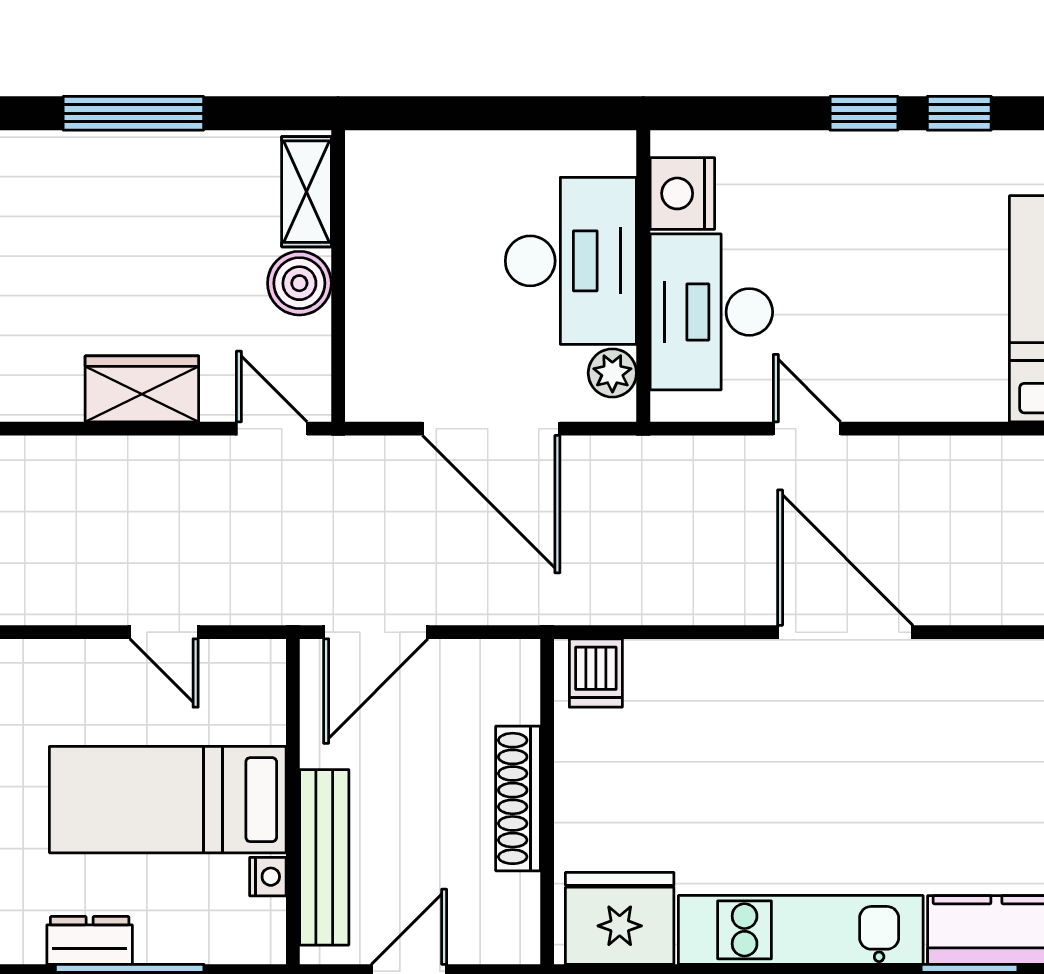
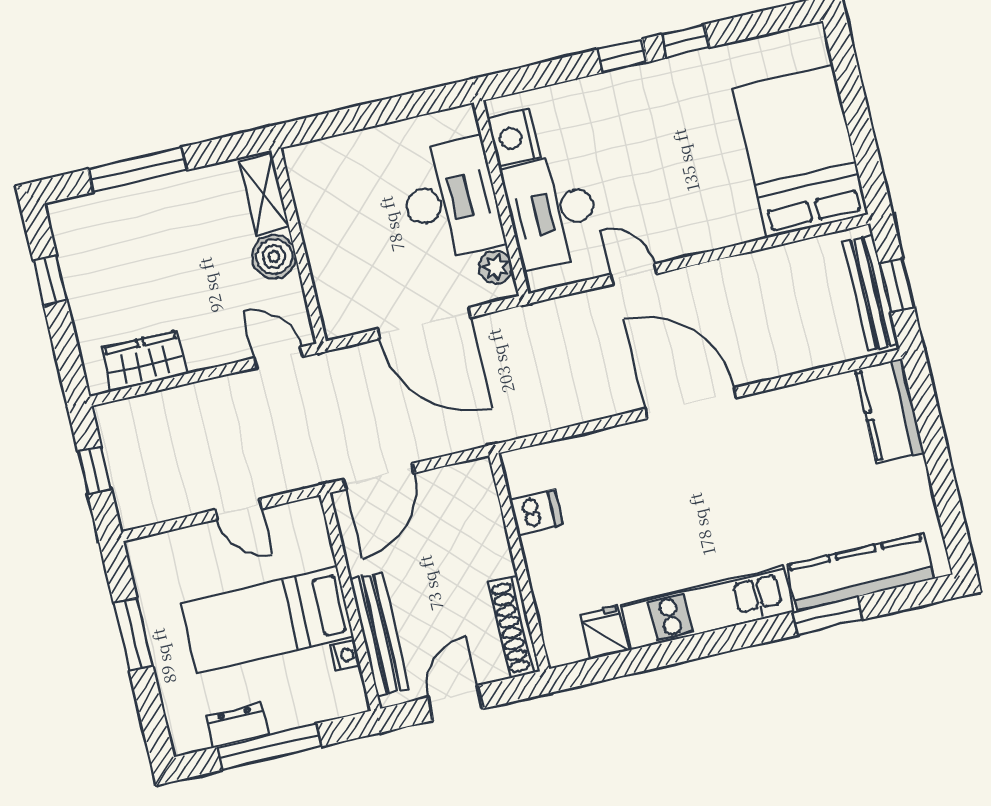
wardrobe: (142, 389) -> (144, 361), moved
dishwasher: (596, 673) -> (536, 512), moved, turned -90
shoe rack: (518, 798) -> (514, 627), moved
fridge: (620, 918) -> (604, 632), width x0.53, depth x0.75

